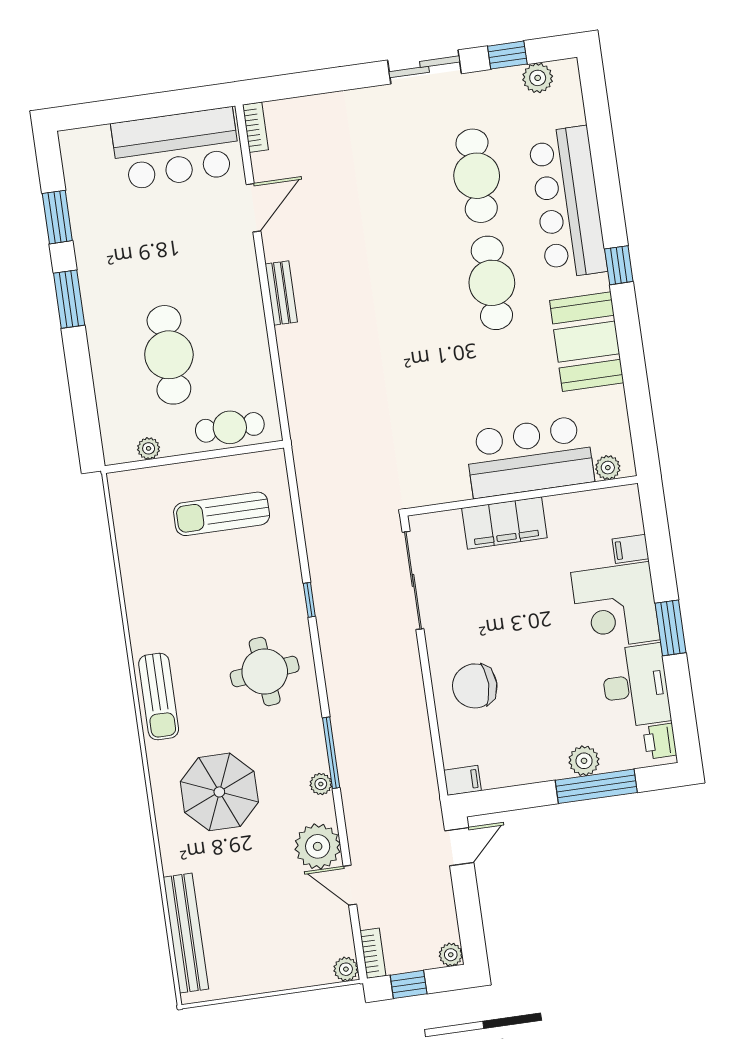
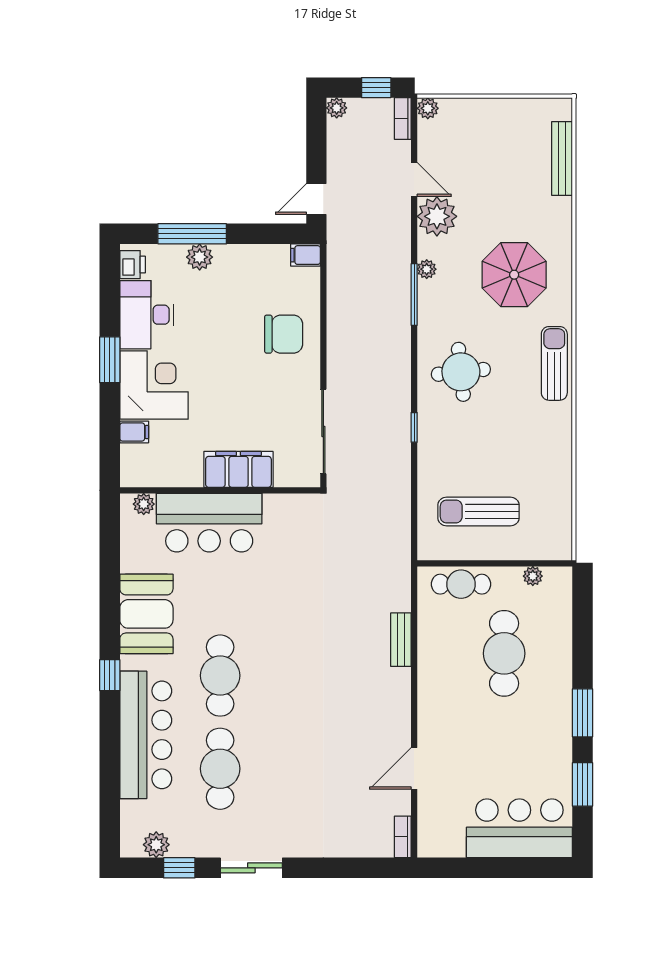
bar counter: (176, 149) -> (519, 828), moved
bench: (281, 293) -> (401, 640), moved
sun lounger: (222, 514) -> (478, 511), turned 180
bench: (186, 933) -> (562, 158), width x0.73, depth x0.82

